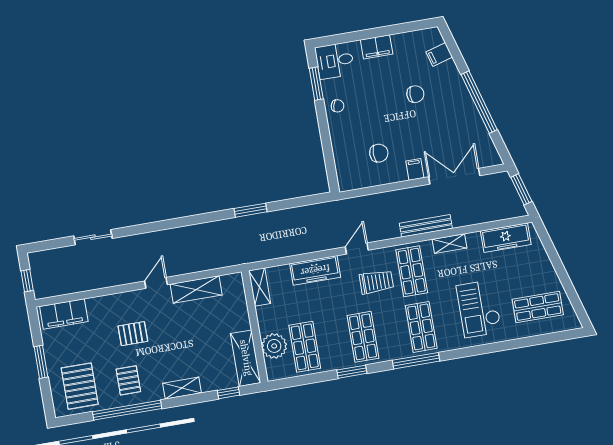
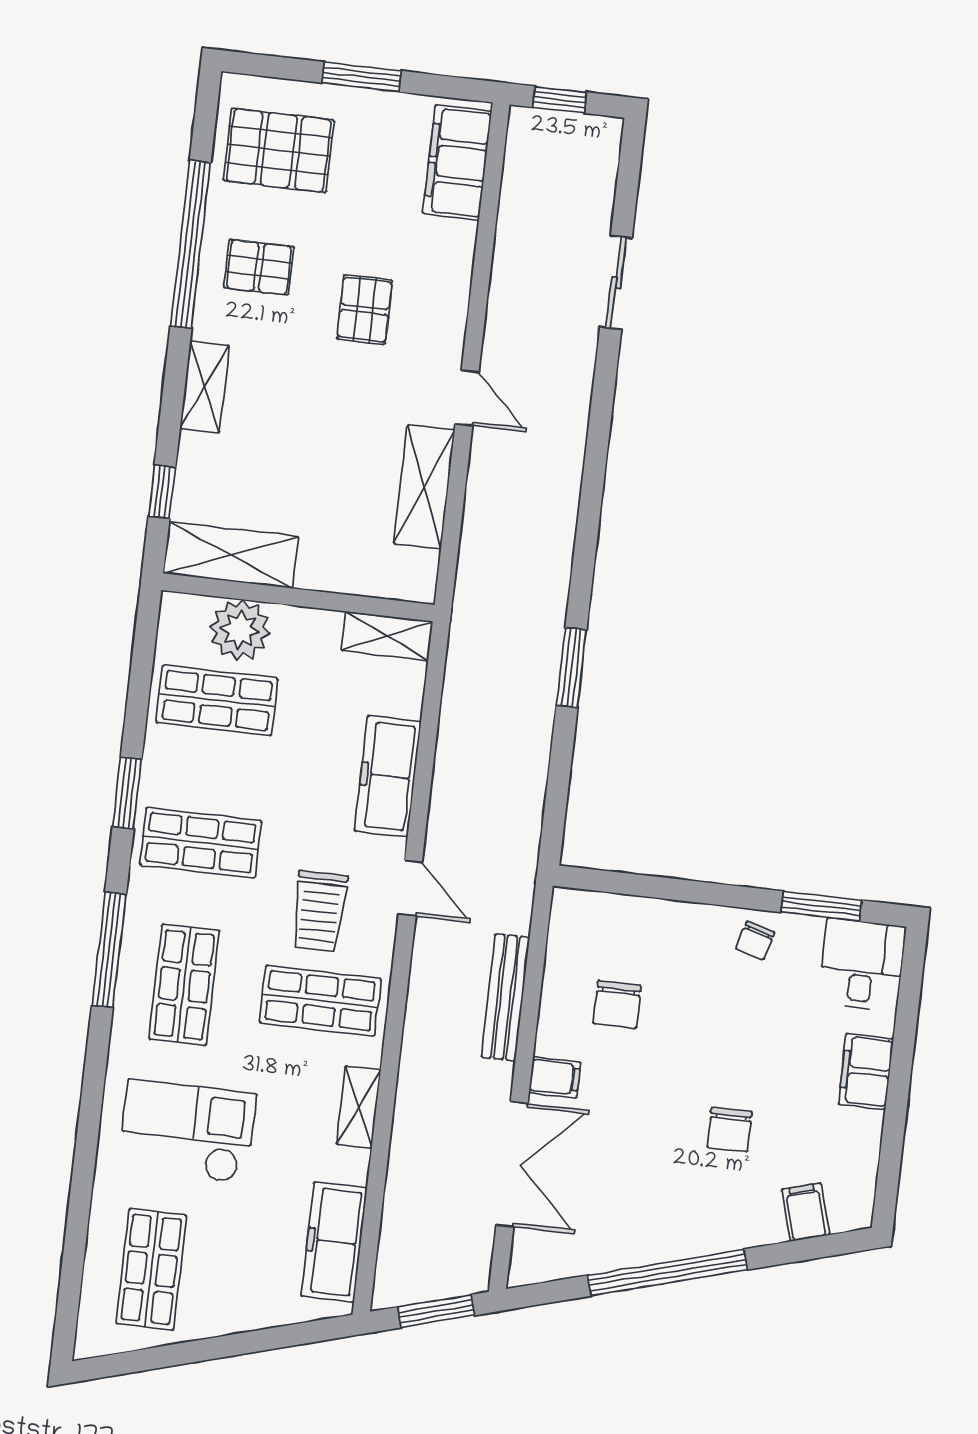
bench: (426, 226) -> (505, 997), moved
shop shelf: (421, 327) -> (184, 985), turned 90

